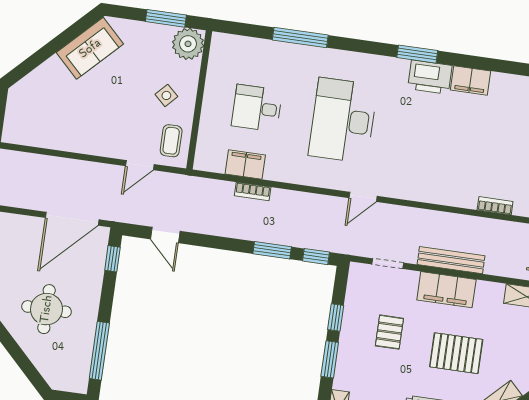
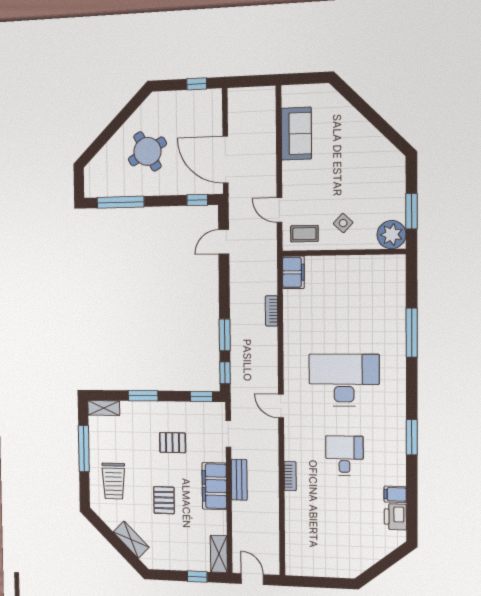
sofa: (90, 48) -> (296, 134), moved, turned -135
printer: (430, 77) -> (395, 517), moved, width x0.73, depth x0.84
filing cabinet: (470, 80) -> (395, 494), width x0.50
desk: (257, 108) -> (344, 456), moved
filing cabinet: (245, 164) -> (293, 272), moved
bookcase: (495, 206) -> (290, 476), moved
bench: (451, 260) -> (239, 480), width x0.73
round table: (46, 309) -> (147, 151), turned -30
window: (336, 317) -> (201, 396), moved
pallet: (456, 353) -> (164, 500), width x0.67, depth x0.71

